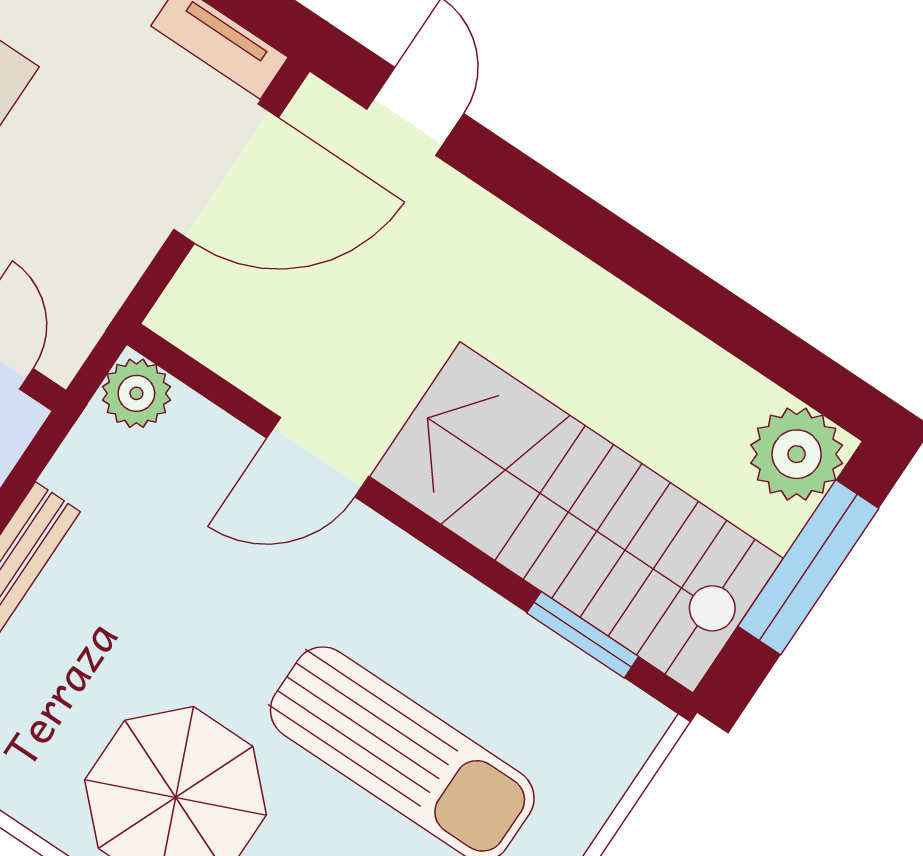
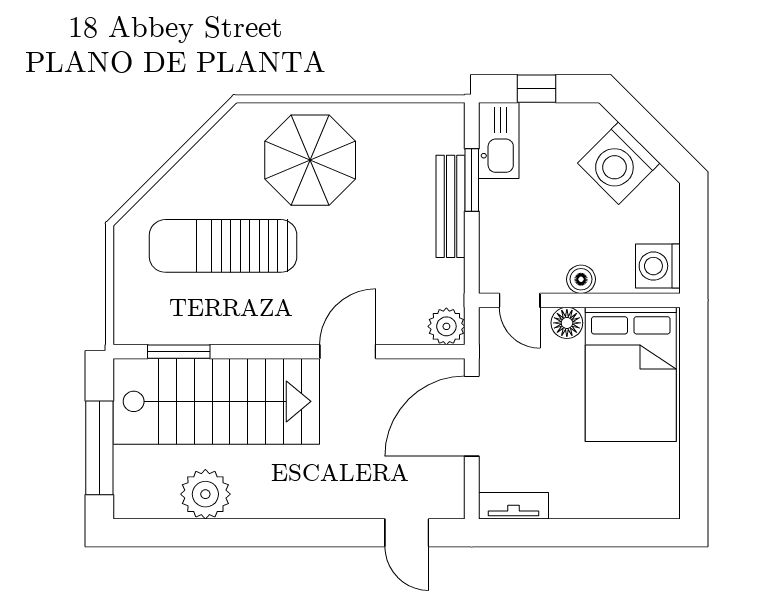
door: (226, 174) -> (472, 416), moved
plant: (797, 454) -> (205, 494), moved

